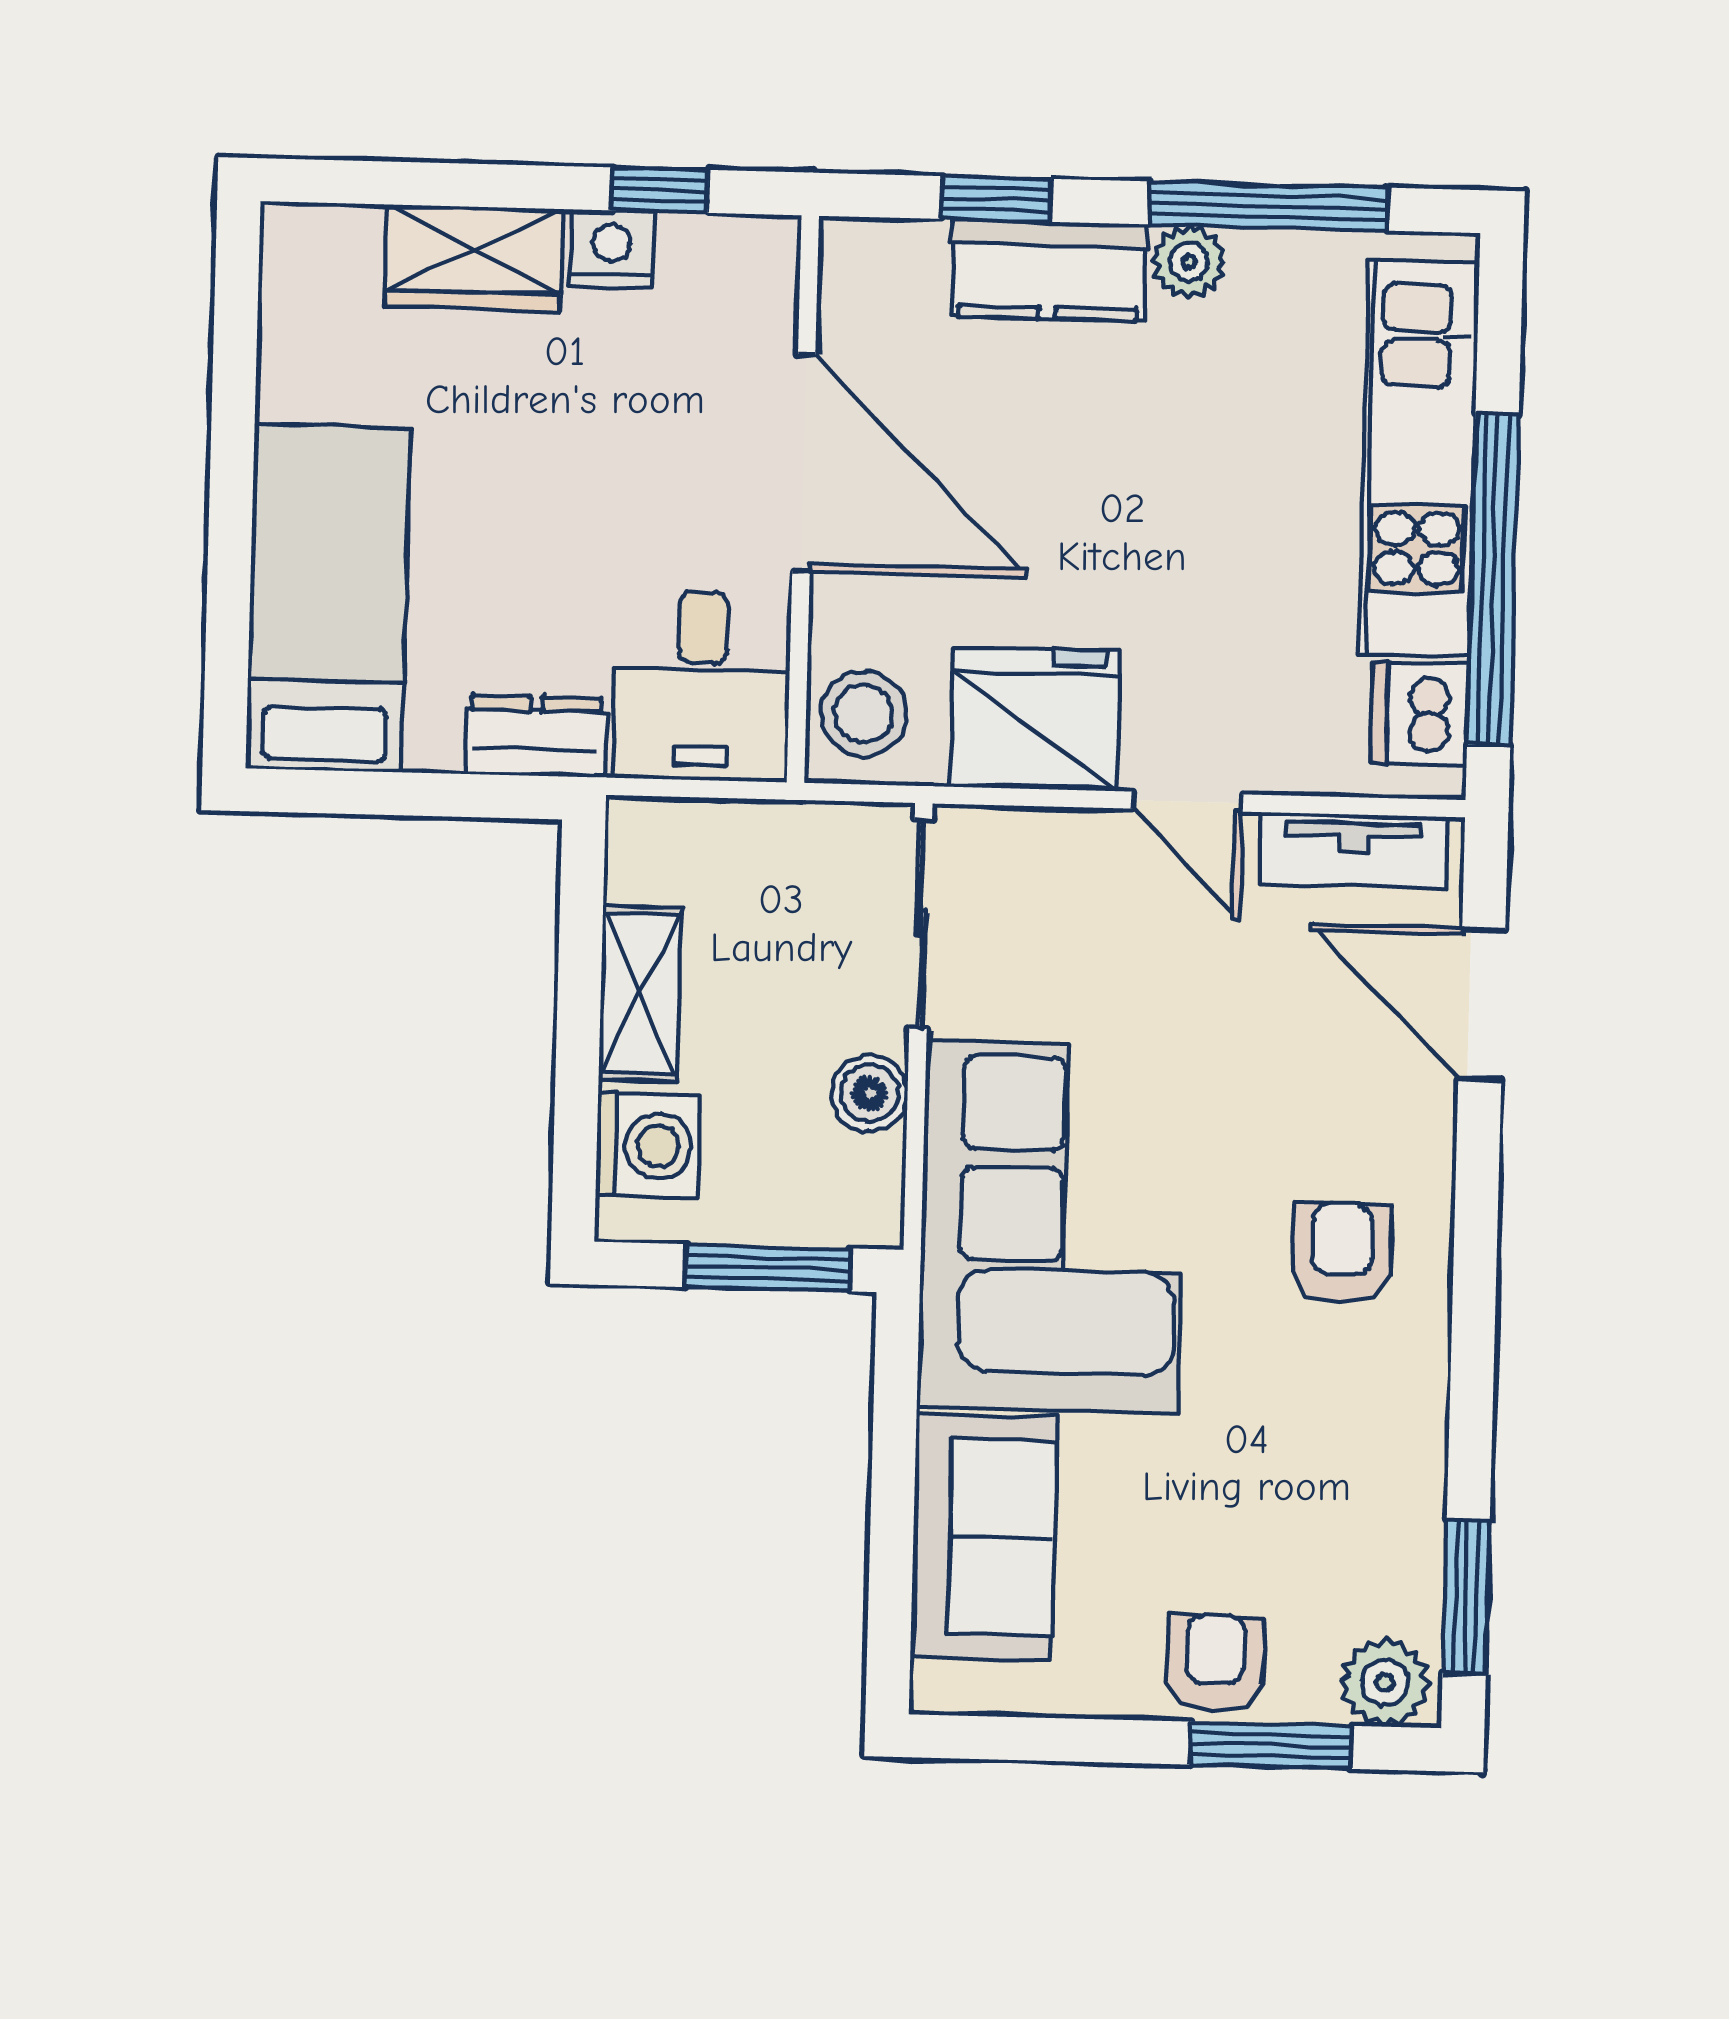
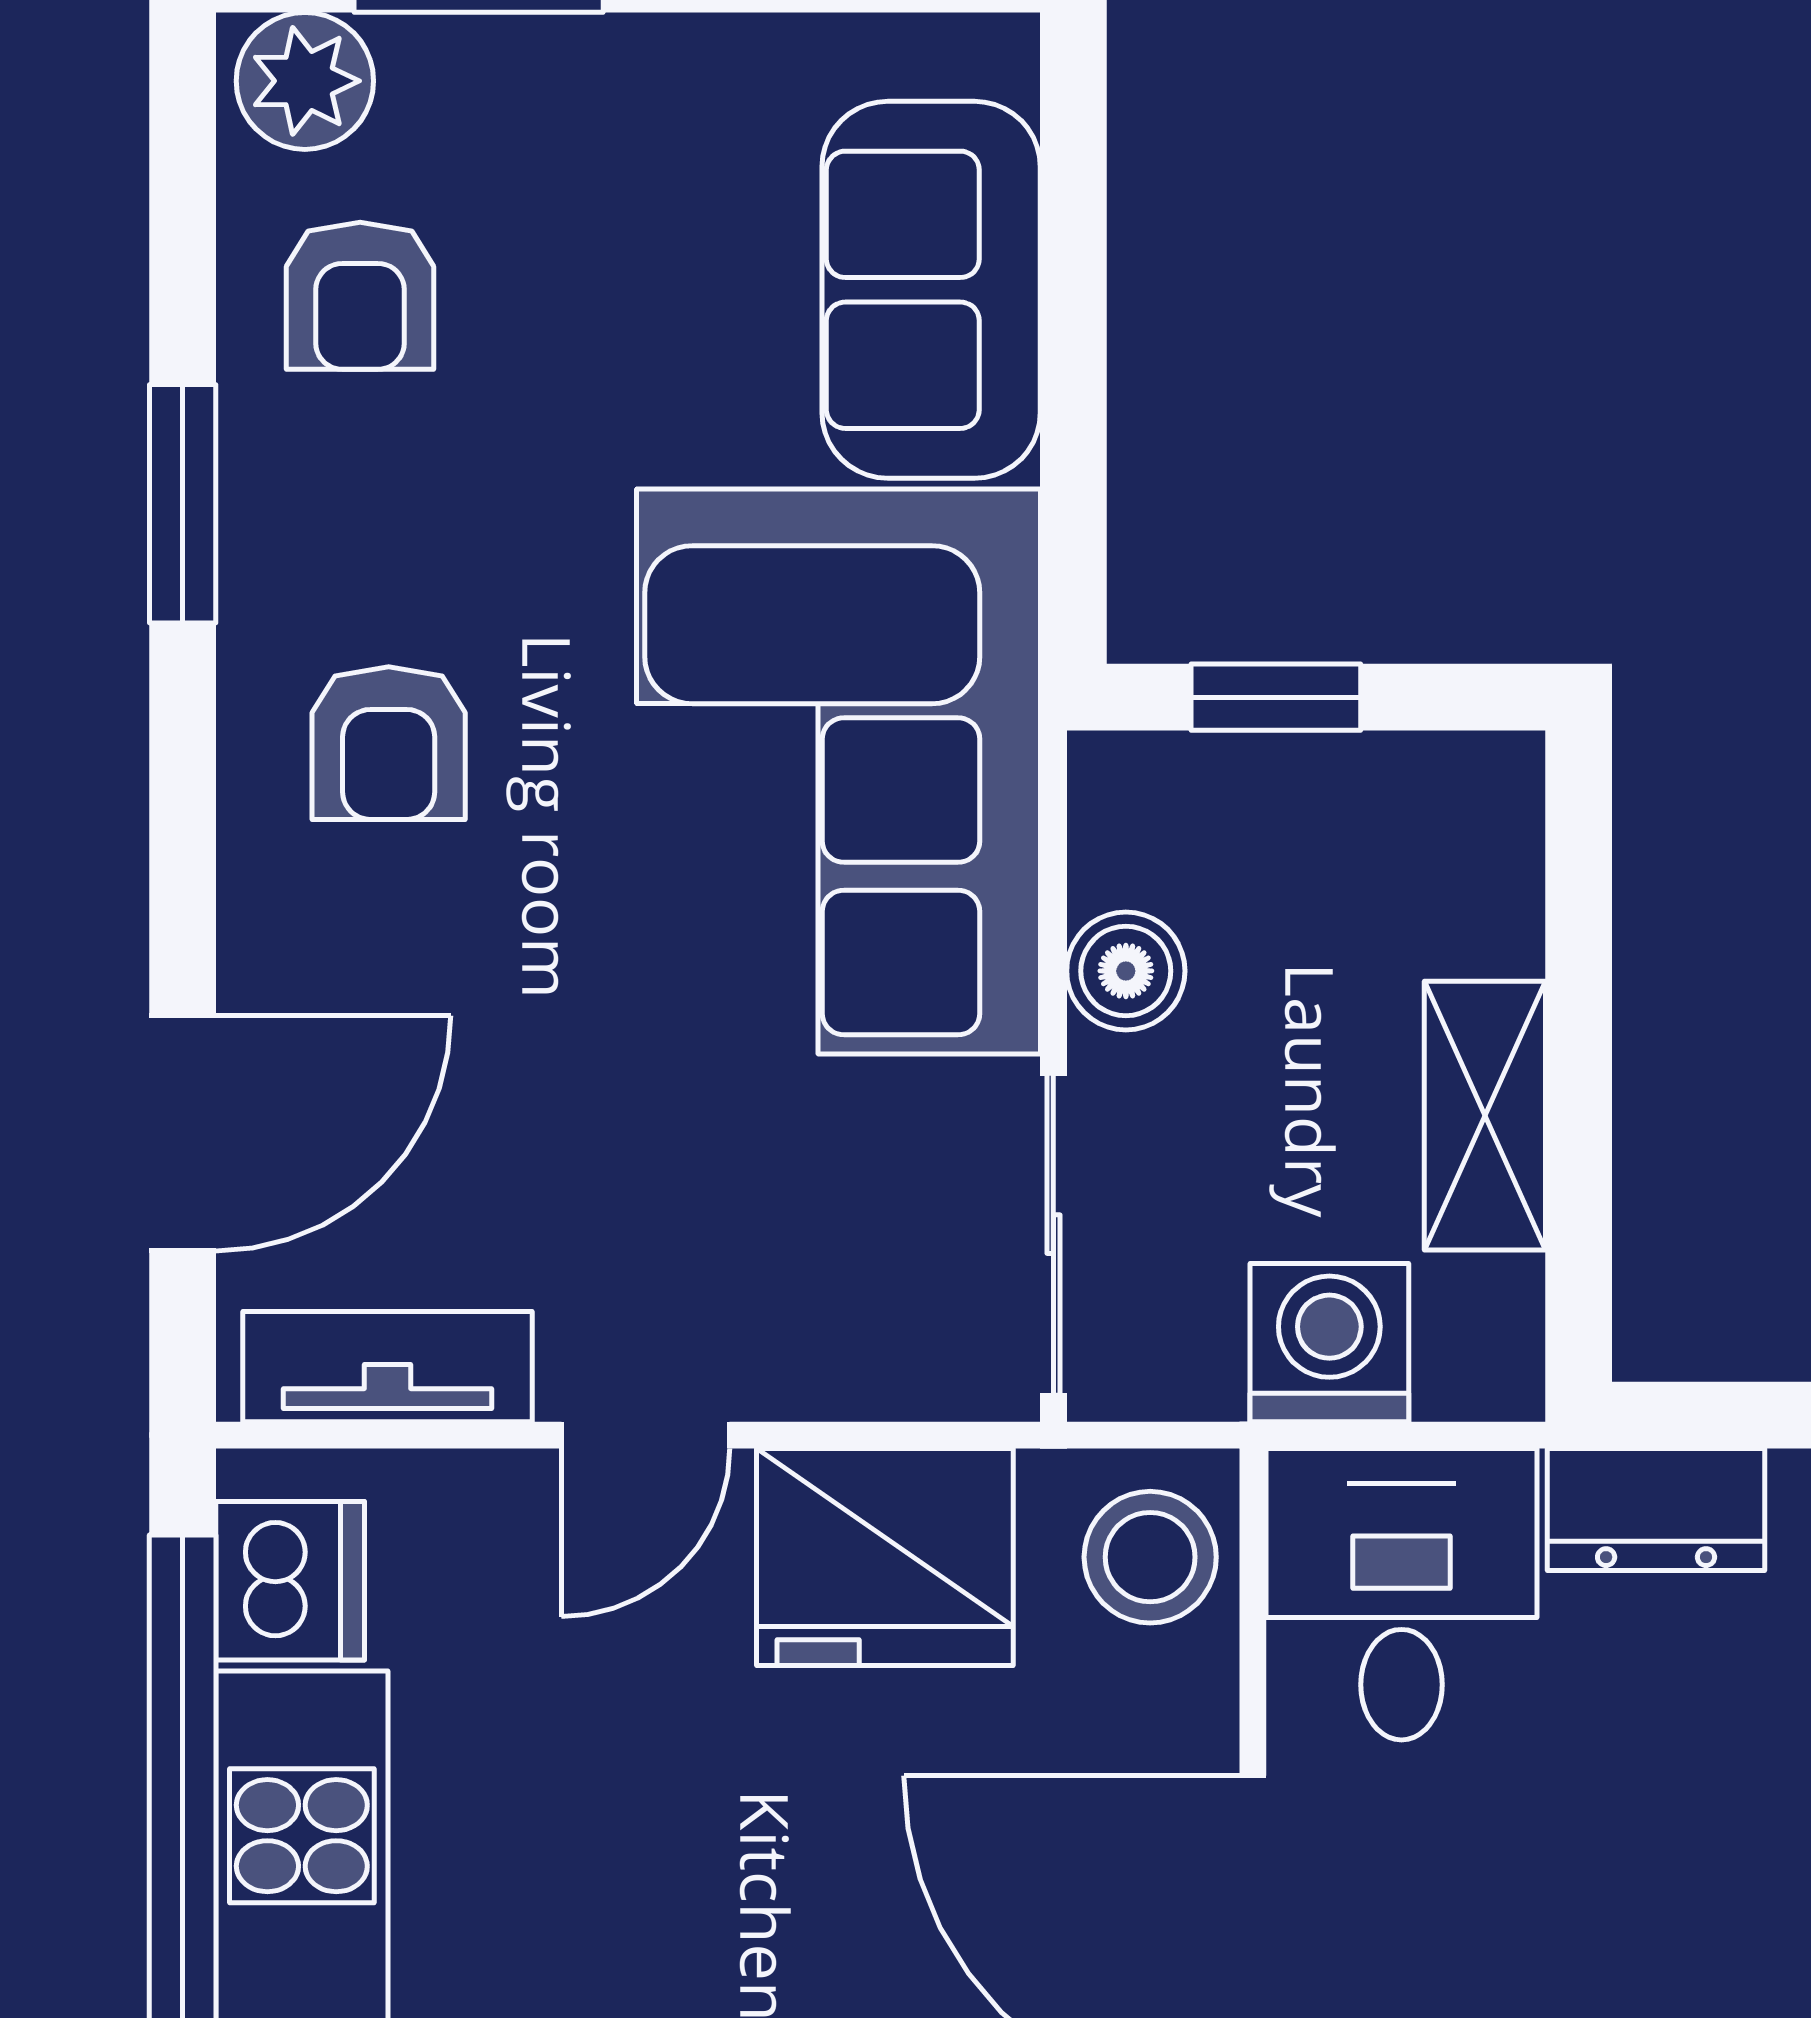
door: (1188, 802) -> (646, 1435), swing flipped
door: (1482, 1004) -> (183, 1133), hinge flipped
washing machine: (648, 1146) -> (1329, 1343), moved, turned 90
window: (768, 1268) -> (1276, 697), width x0.67
window: (1466, 1597) -> (183, 504), moved
armchair: (1215, 1663) -> (360, 296), moved

